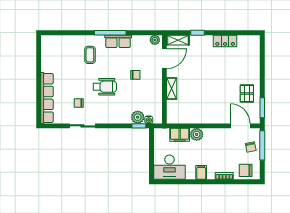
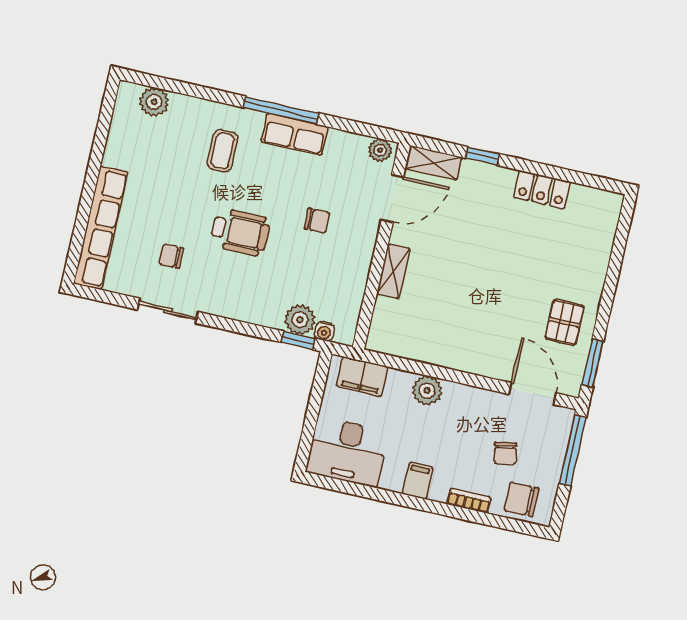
plant: (57, 41) -> (154, 102), added
filing cabinet: (180, 135) -> (362, 376), moved
chair: (251, 147) -> (505, 453), moved

